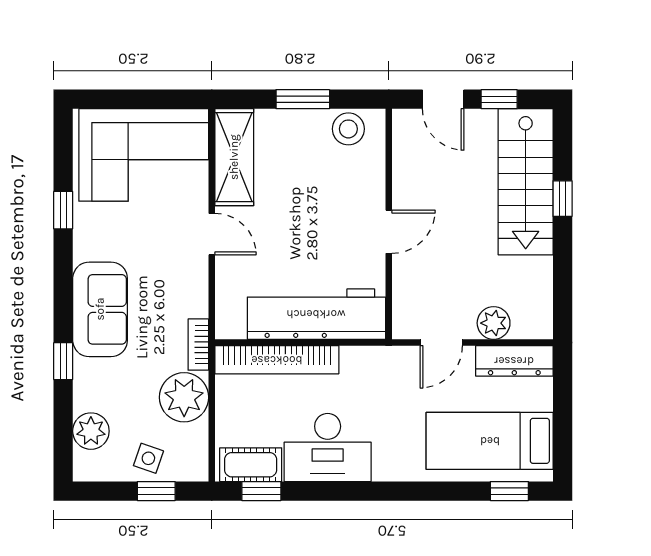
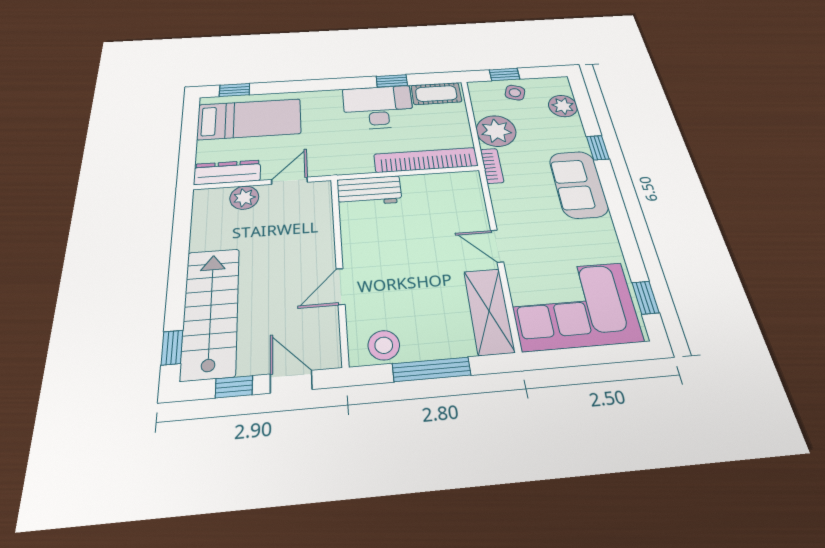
window: (303, 99) -> (431, 369), width x1.44
window: (563, 199) -> (172, 348), moved
window: (63, 210) -> (645, 298), moved
door: (389, 232) -> (341, 287), moved
workbench: (316, 314) -> (369, 191), width x0.53, depth x0.76
window: (261, 491) -> (392, 81), moved

